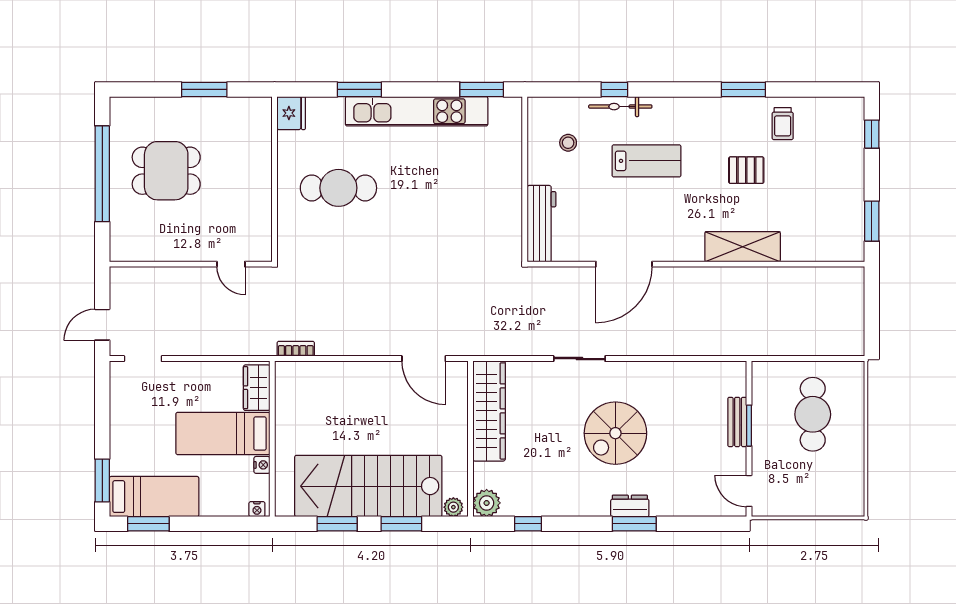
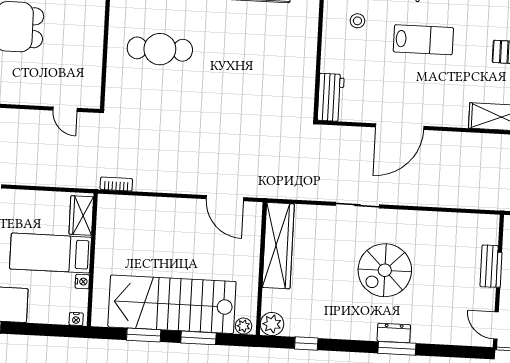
workbench: (541, 224) -> (331, 97), width x0.73

